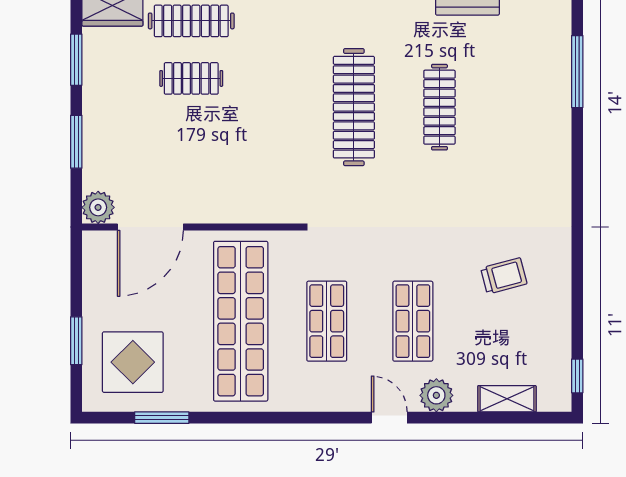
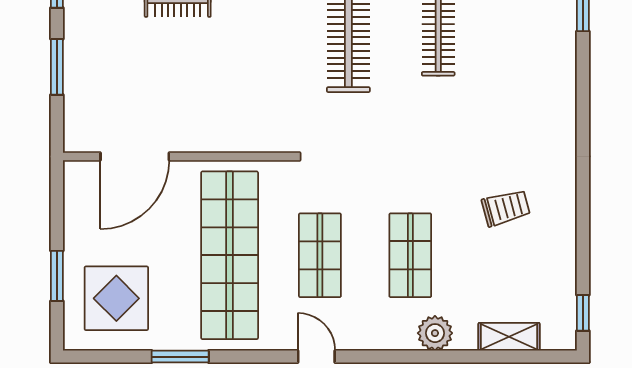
plant: (98, 207) -> (80, 136), removed
window: (162, 418) -> (180, 357), moved
door: (389, 418) -> (316, 357), moved

